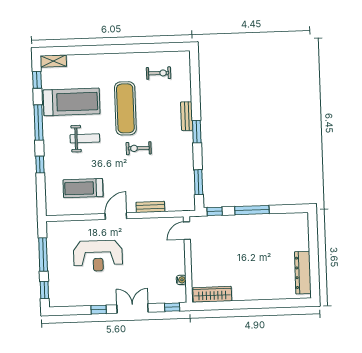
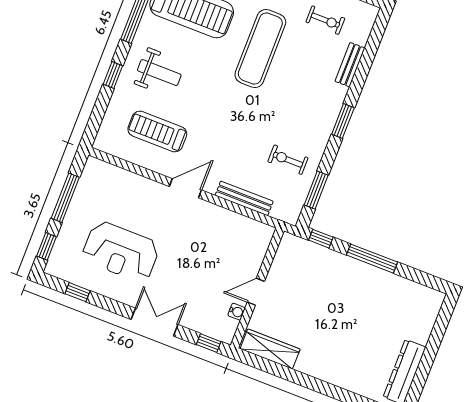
bench: (187, 116) -> (350, 65), moved
weight bench: (85, 138) -> (159, 73), moved
exercise bike: (139, 148) -> (288, 160), moved
bench: (150, 207) -> (244, 198), width x1.36
door: (187, 231) -> (256, 292), moved
reception desk: (98, 256) -> (121, 252), moved
window: (99, 310) -> (77, 292), moved

